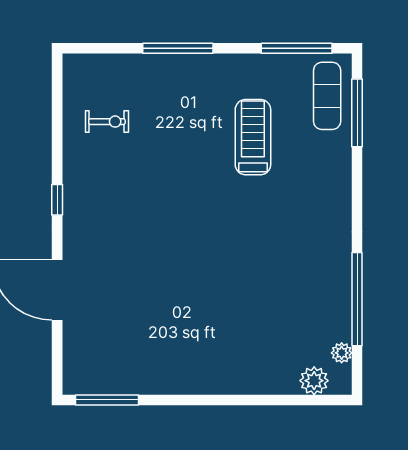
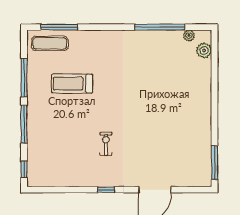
window: (94, 48) -> (24, 169), added
window: (297, 48) -> (24, 78), moved
exercise bike: (107, 122) -> (106, 144), moved

